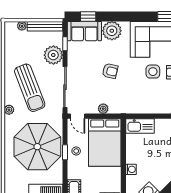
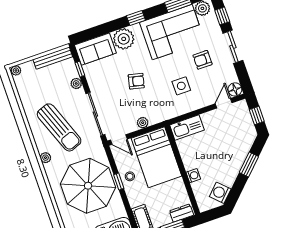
window: (88, 16) -> (136, 18), moved
plant: (22, 26) -> (16, 70), moved
plant: (53, 55) -> (76, 83), width x0.53, depth x0.53
side table: (153, 72) -> (181, 86), moved

